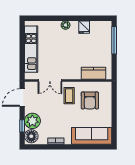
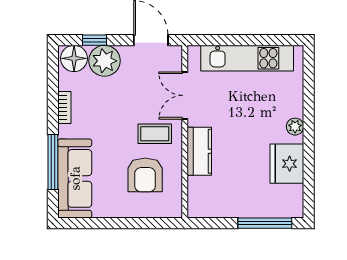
fridge: (84, 27) -> (287, 164), width x1.88, depth x1.34
kitchen counter: (93, 73) -> (199, 151), moved
armchair: (90, 100) -> (145, 175), turned -90
window: (83, 147) -> (53, 162), added

